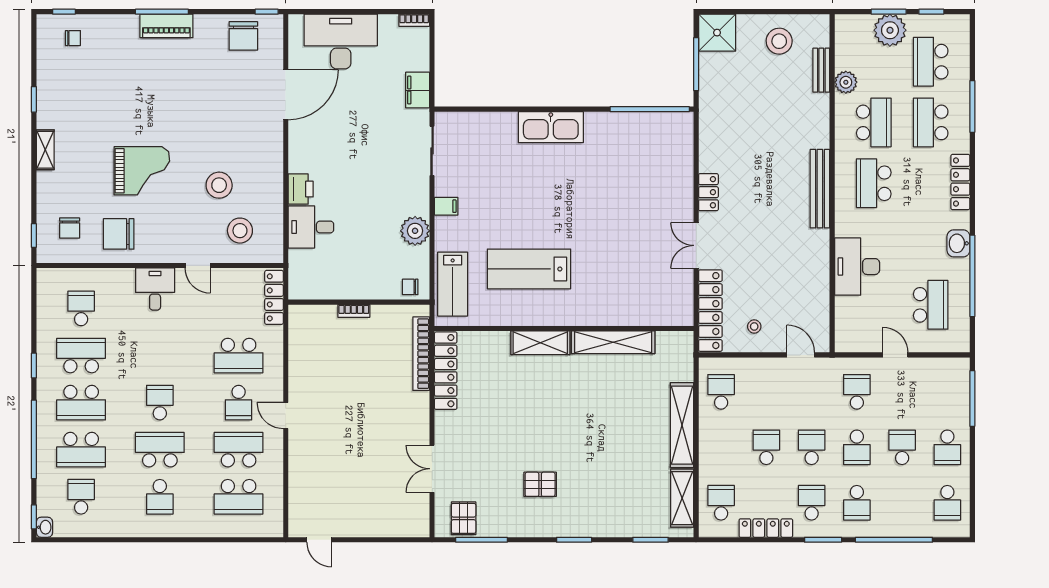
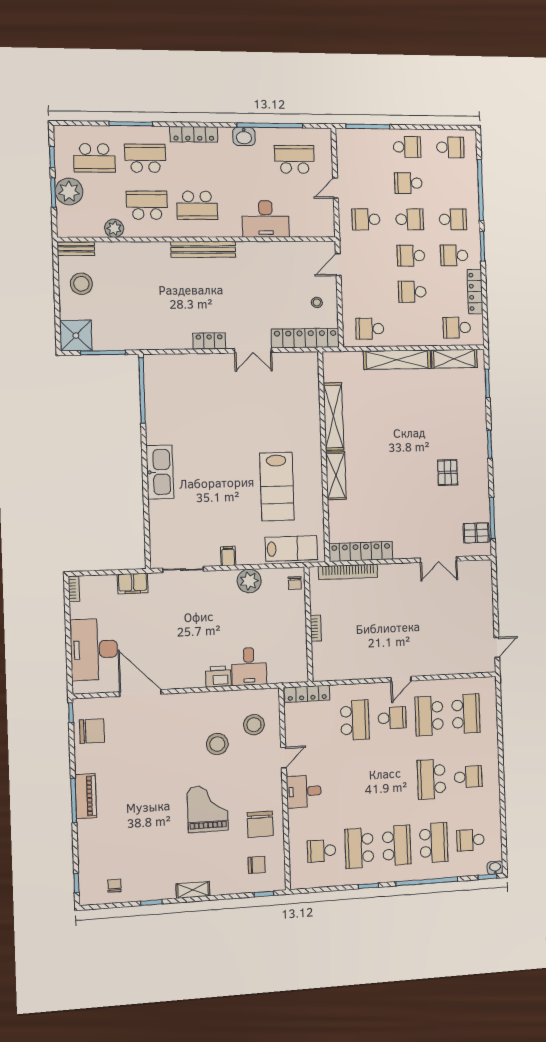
chair: (73, 38) -> (114, 886), moved
bench: (821, 70) -> (76, 249), moved
school desk: (931, 122) -> (145, 158), turned 180
school desk: (160, 403) -> (394, 782), removed

